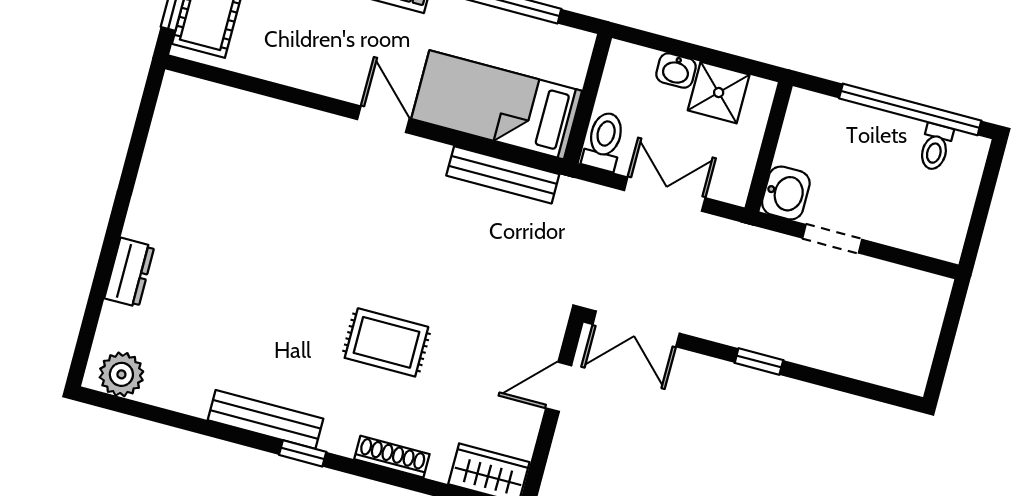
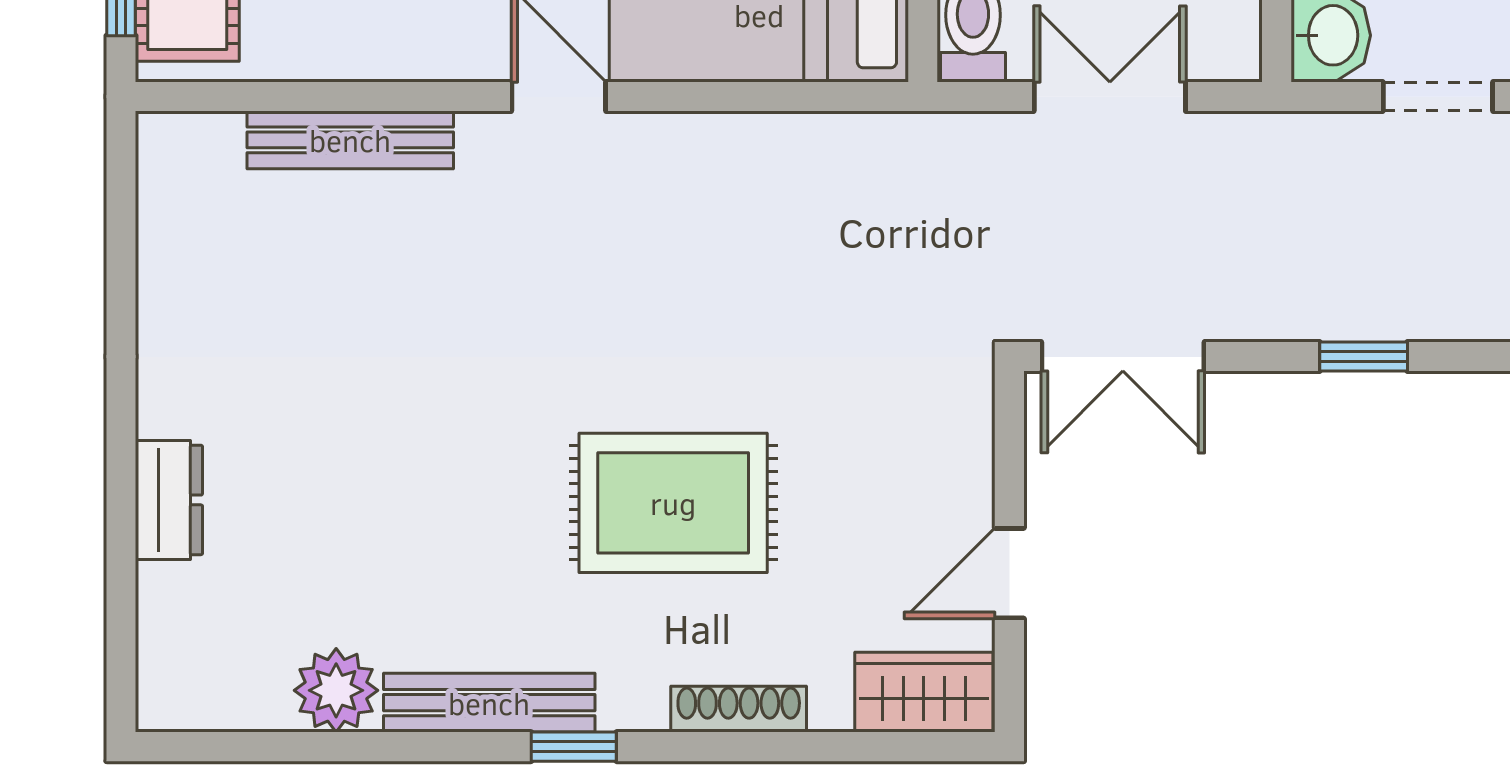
bench: (503, 175) -> (350, 140), moved
rug: (386, 342) -> (673, 503), width x1.36, depth x1.43
plant: (121, 374) -> (336, 690), moved
door: (559, 387) -> (1009, 573), moved

